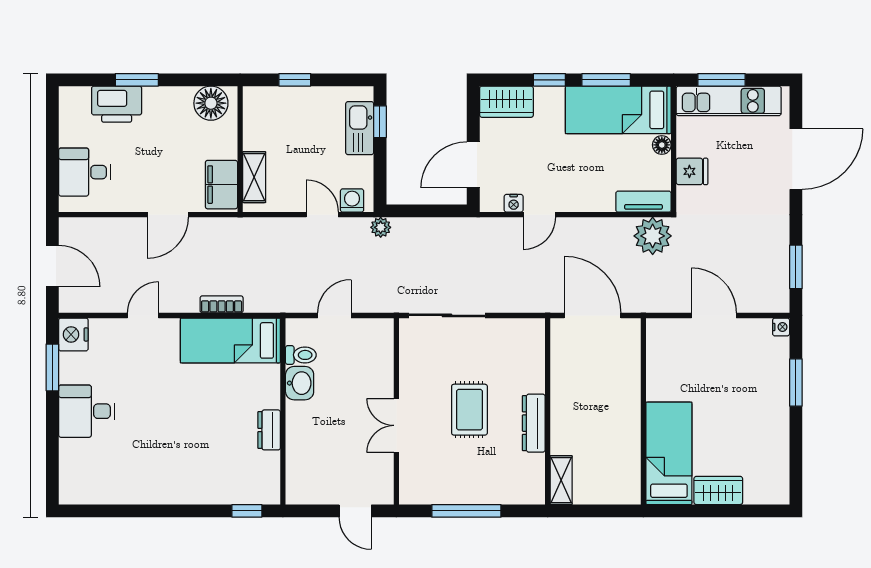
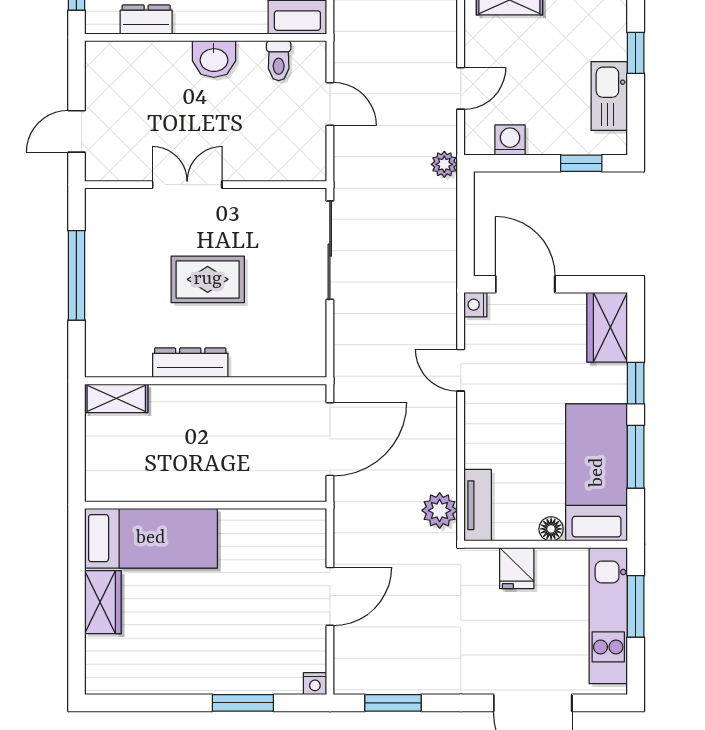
kitchen sink: (360, 128) -> (609, 96), moved, turned -90
washing machine: (352, 200) -> (510, 140), moved, turned -90
nightstand: (514, 203) -> (475, 305), moved
plant: (653, 236) -> (440, 510), width x0.73, depth x0.73
washbasin: (300, 383) -> (214, 59), moved
dresser: (269, 430) -> (146, 20), moved

